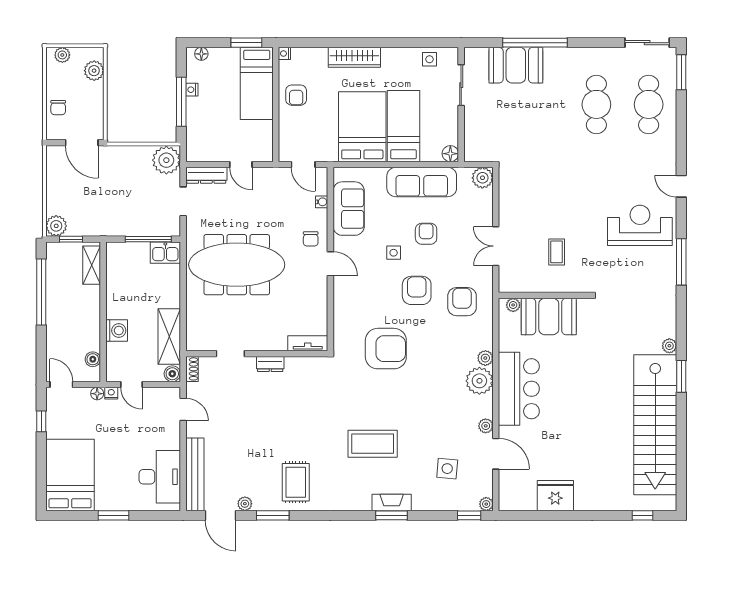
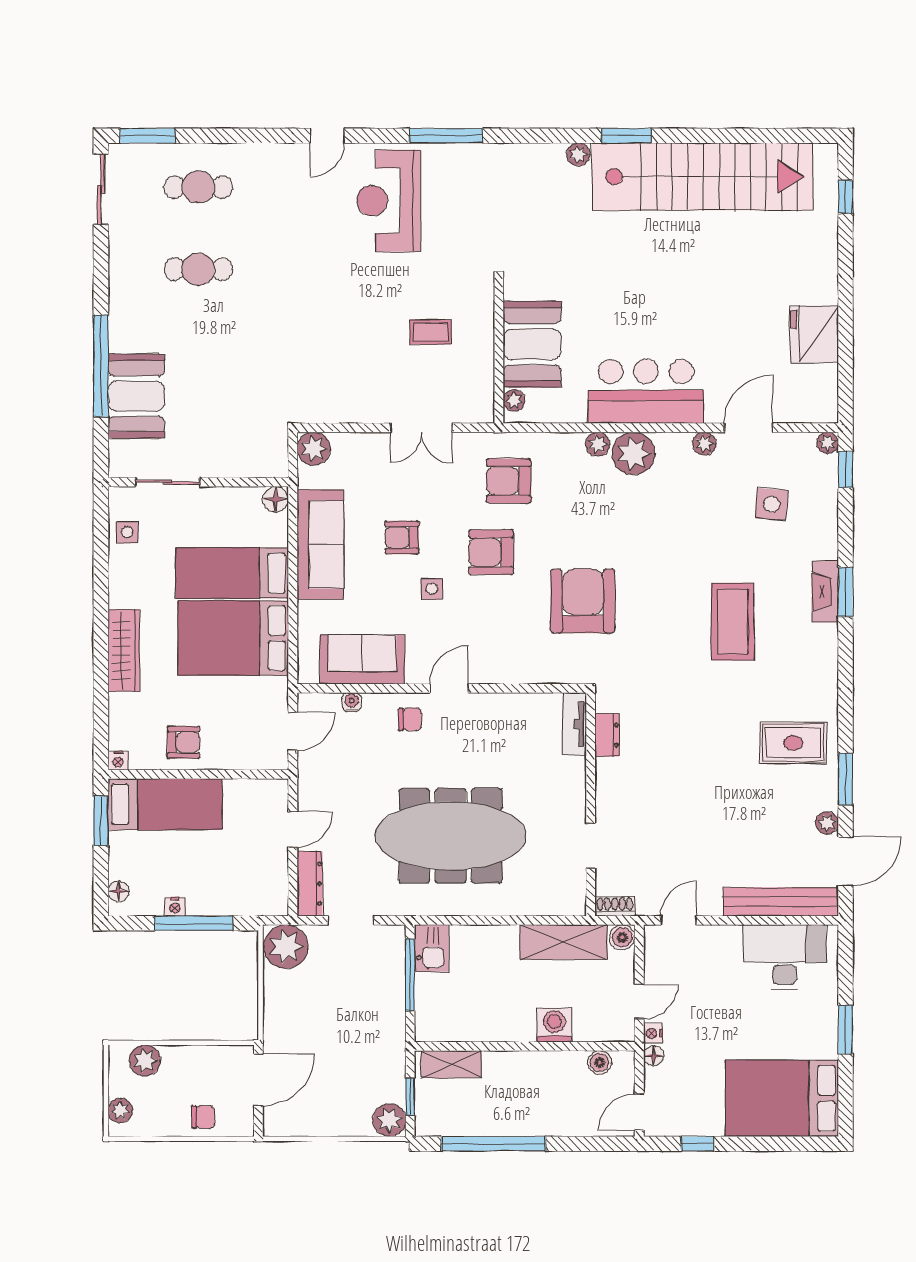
cafe table: (596, 104) -> (198, 269), width x0.73, depth x0.74
cafe table: (649, 104) -> (198, 187), width x0.73, depth x0.74
meeting table: (237, 265) -> (451, 836), turned 90
dresser: (270, 364) -> (607, 735), moved

